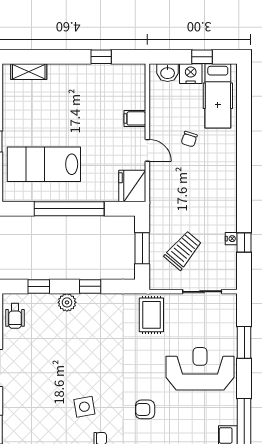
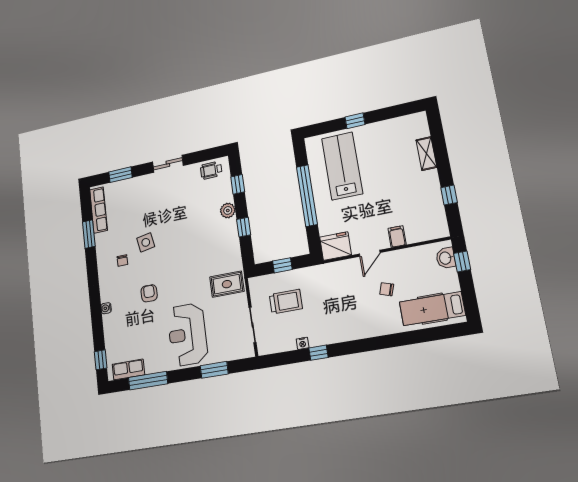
window: (202, 57) -> (462, 261), moved
shelving: (29, 72) -> (426, 154), moved
nightstand: (191, 74) -> (449, 280), removed
window: (244, 242) -> (319, 353), moved
window: (142, 248) -> (282, 265), width x0.67
trolley: (183, 250) -> (286, 302), turned -40
reception desk: (200, 369) -> (187, 335), turned 180

